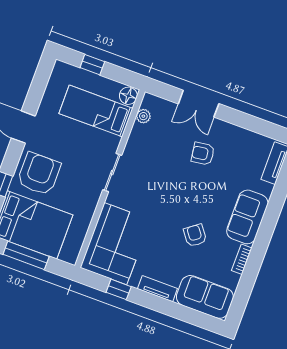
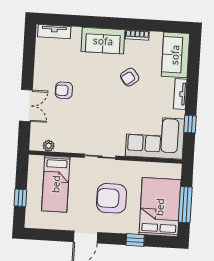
floor lamp: (128, 96) -> (36, 162), removed
armchair: (203, 154) -> (64, 90), turned 98
armchair: (39, 174) -> (112, 198), moved

